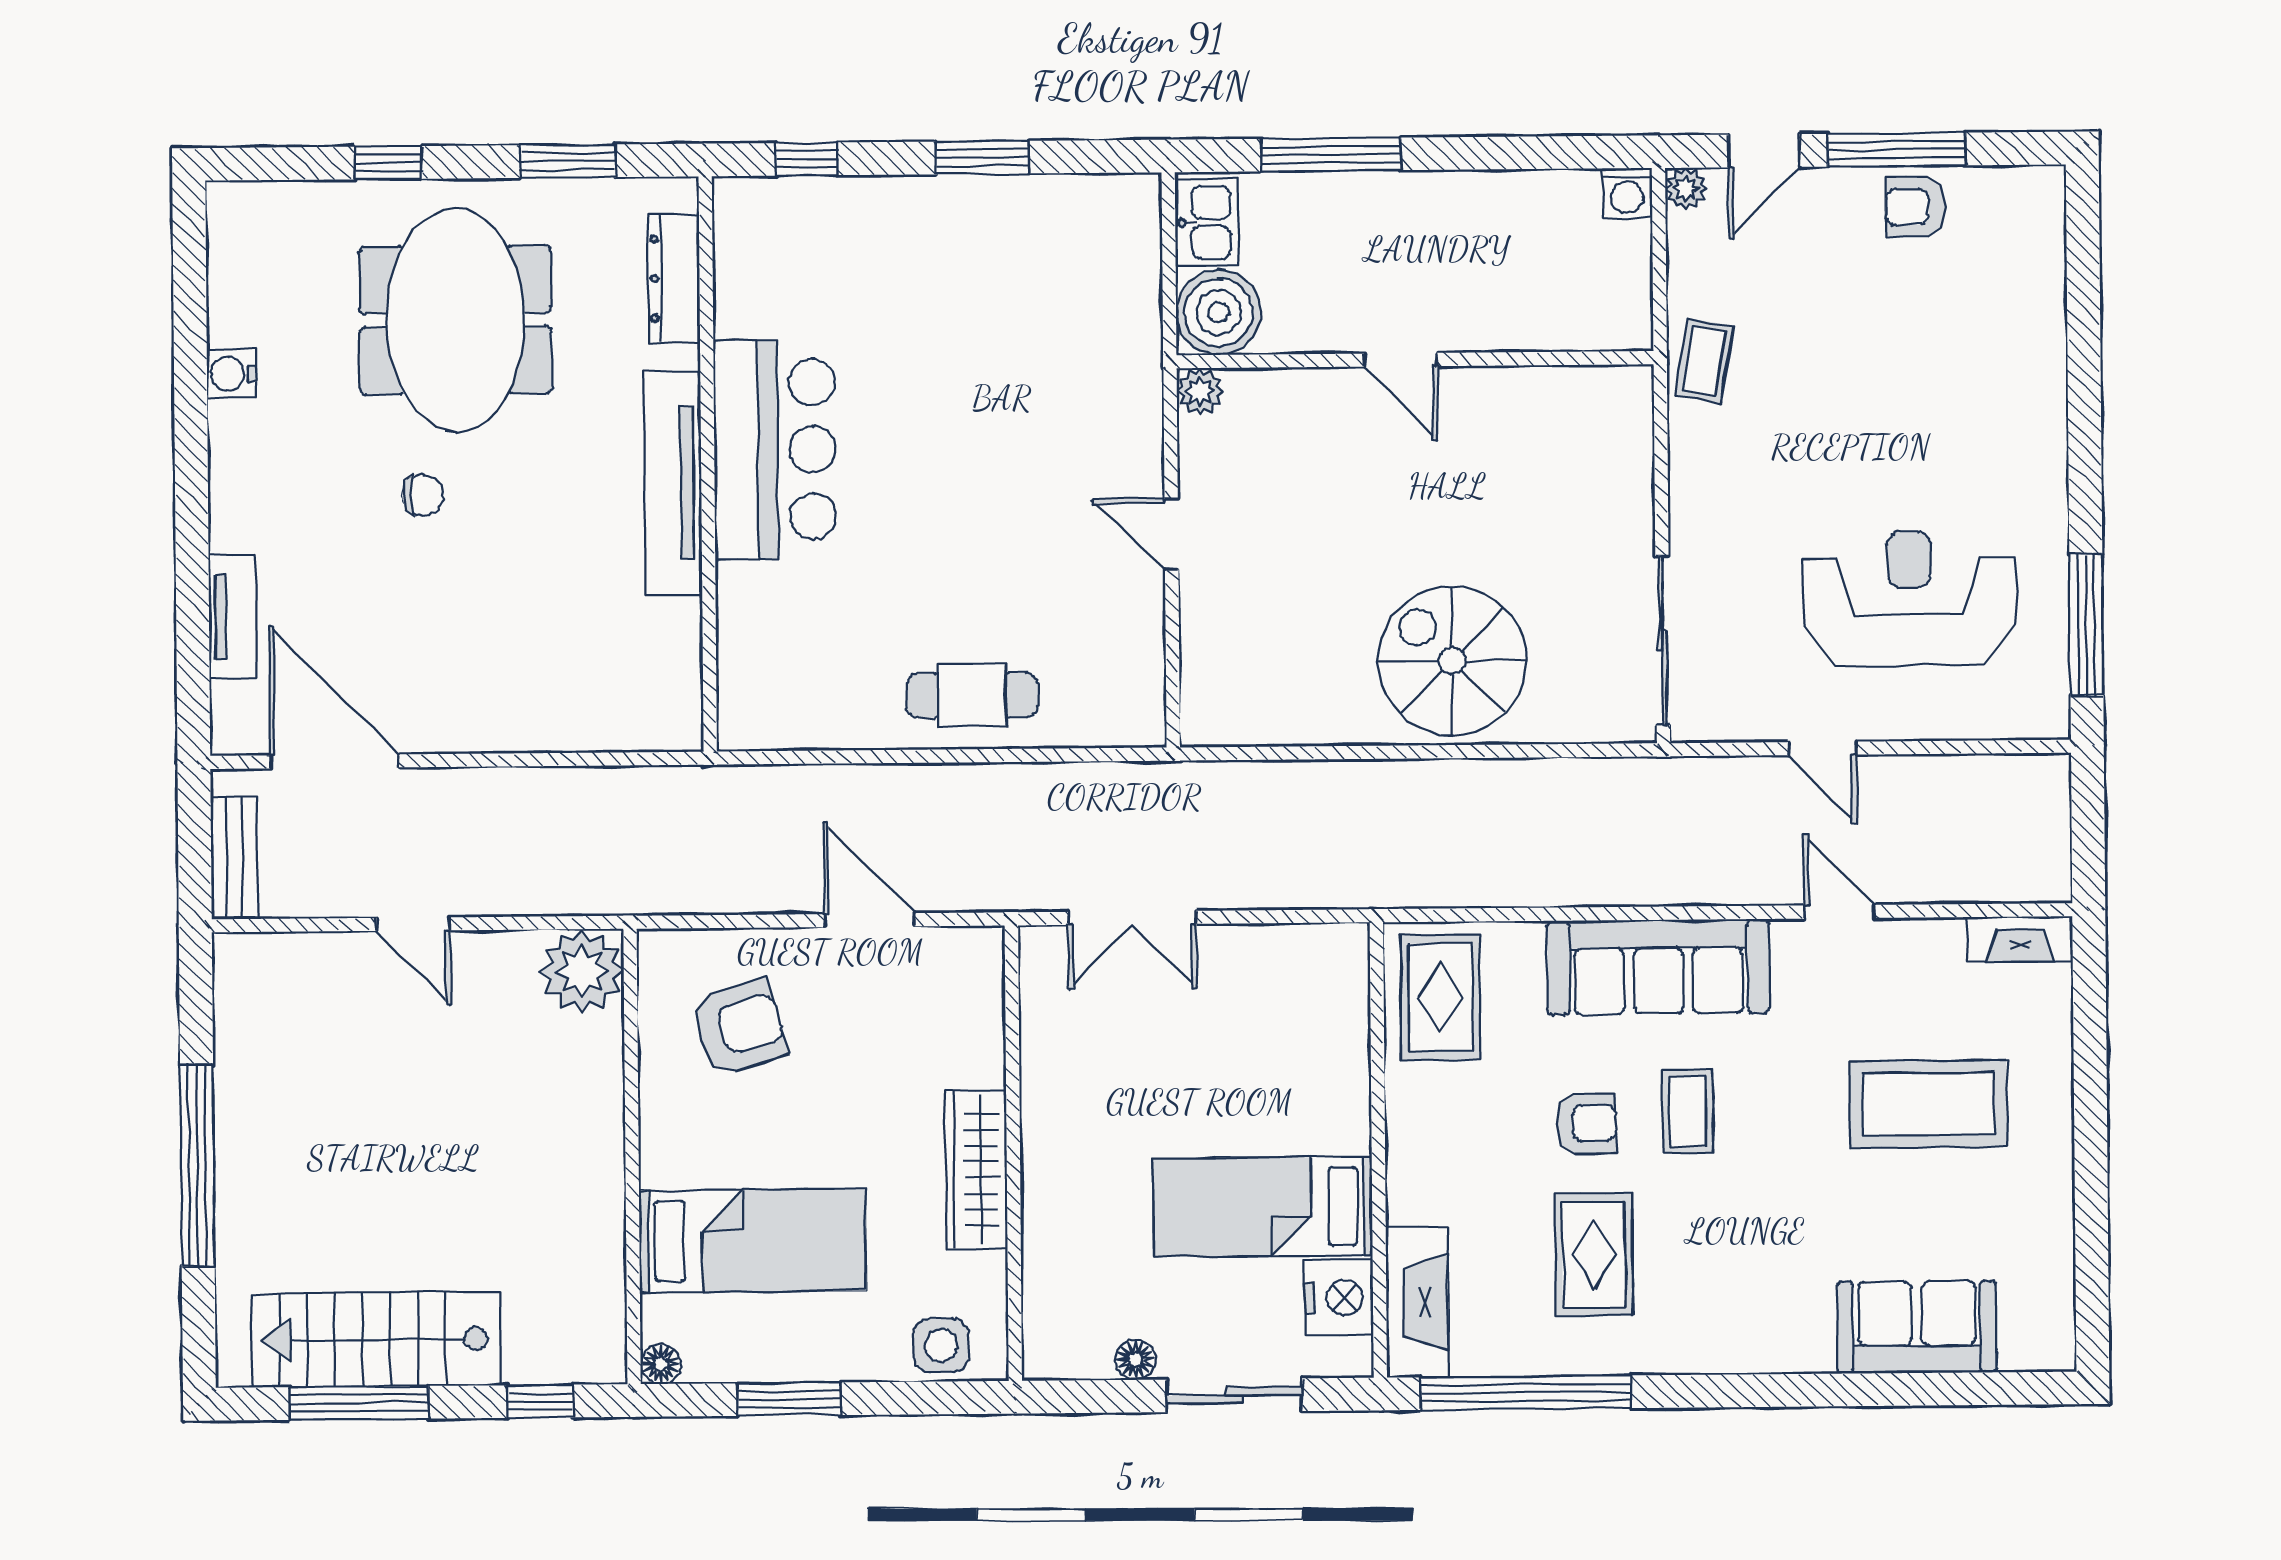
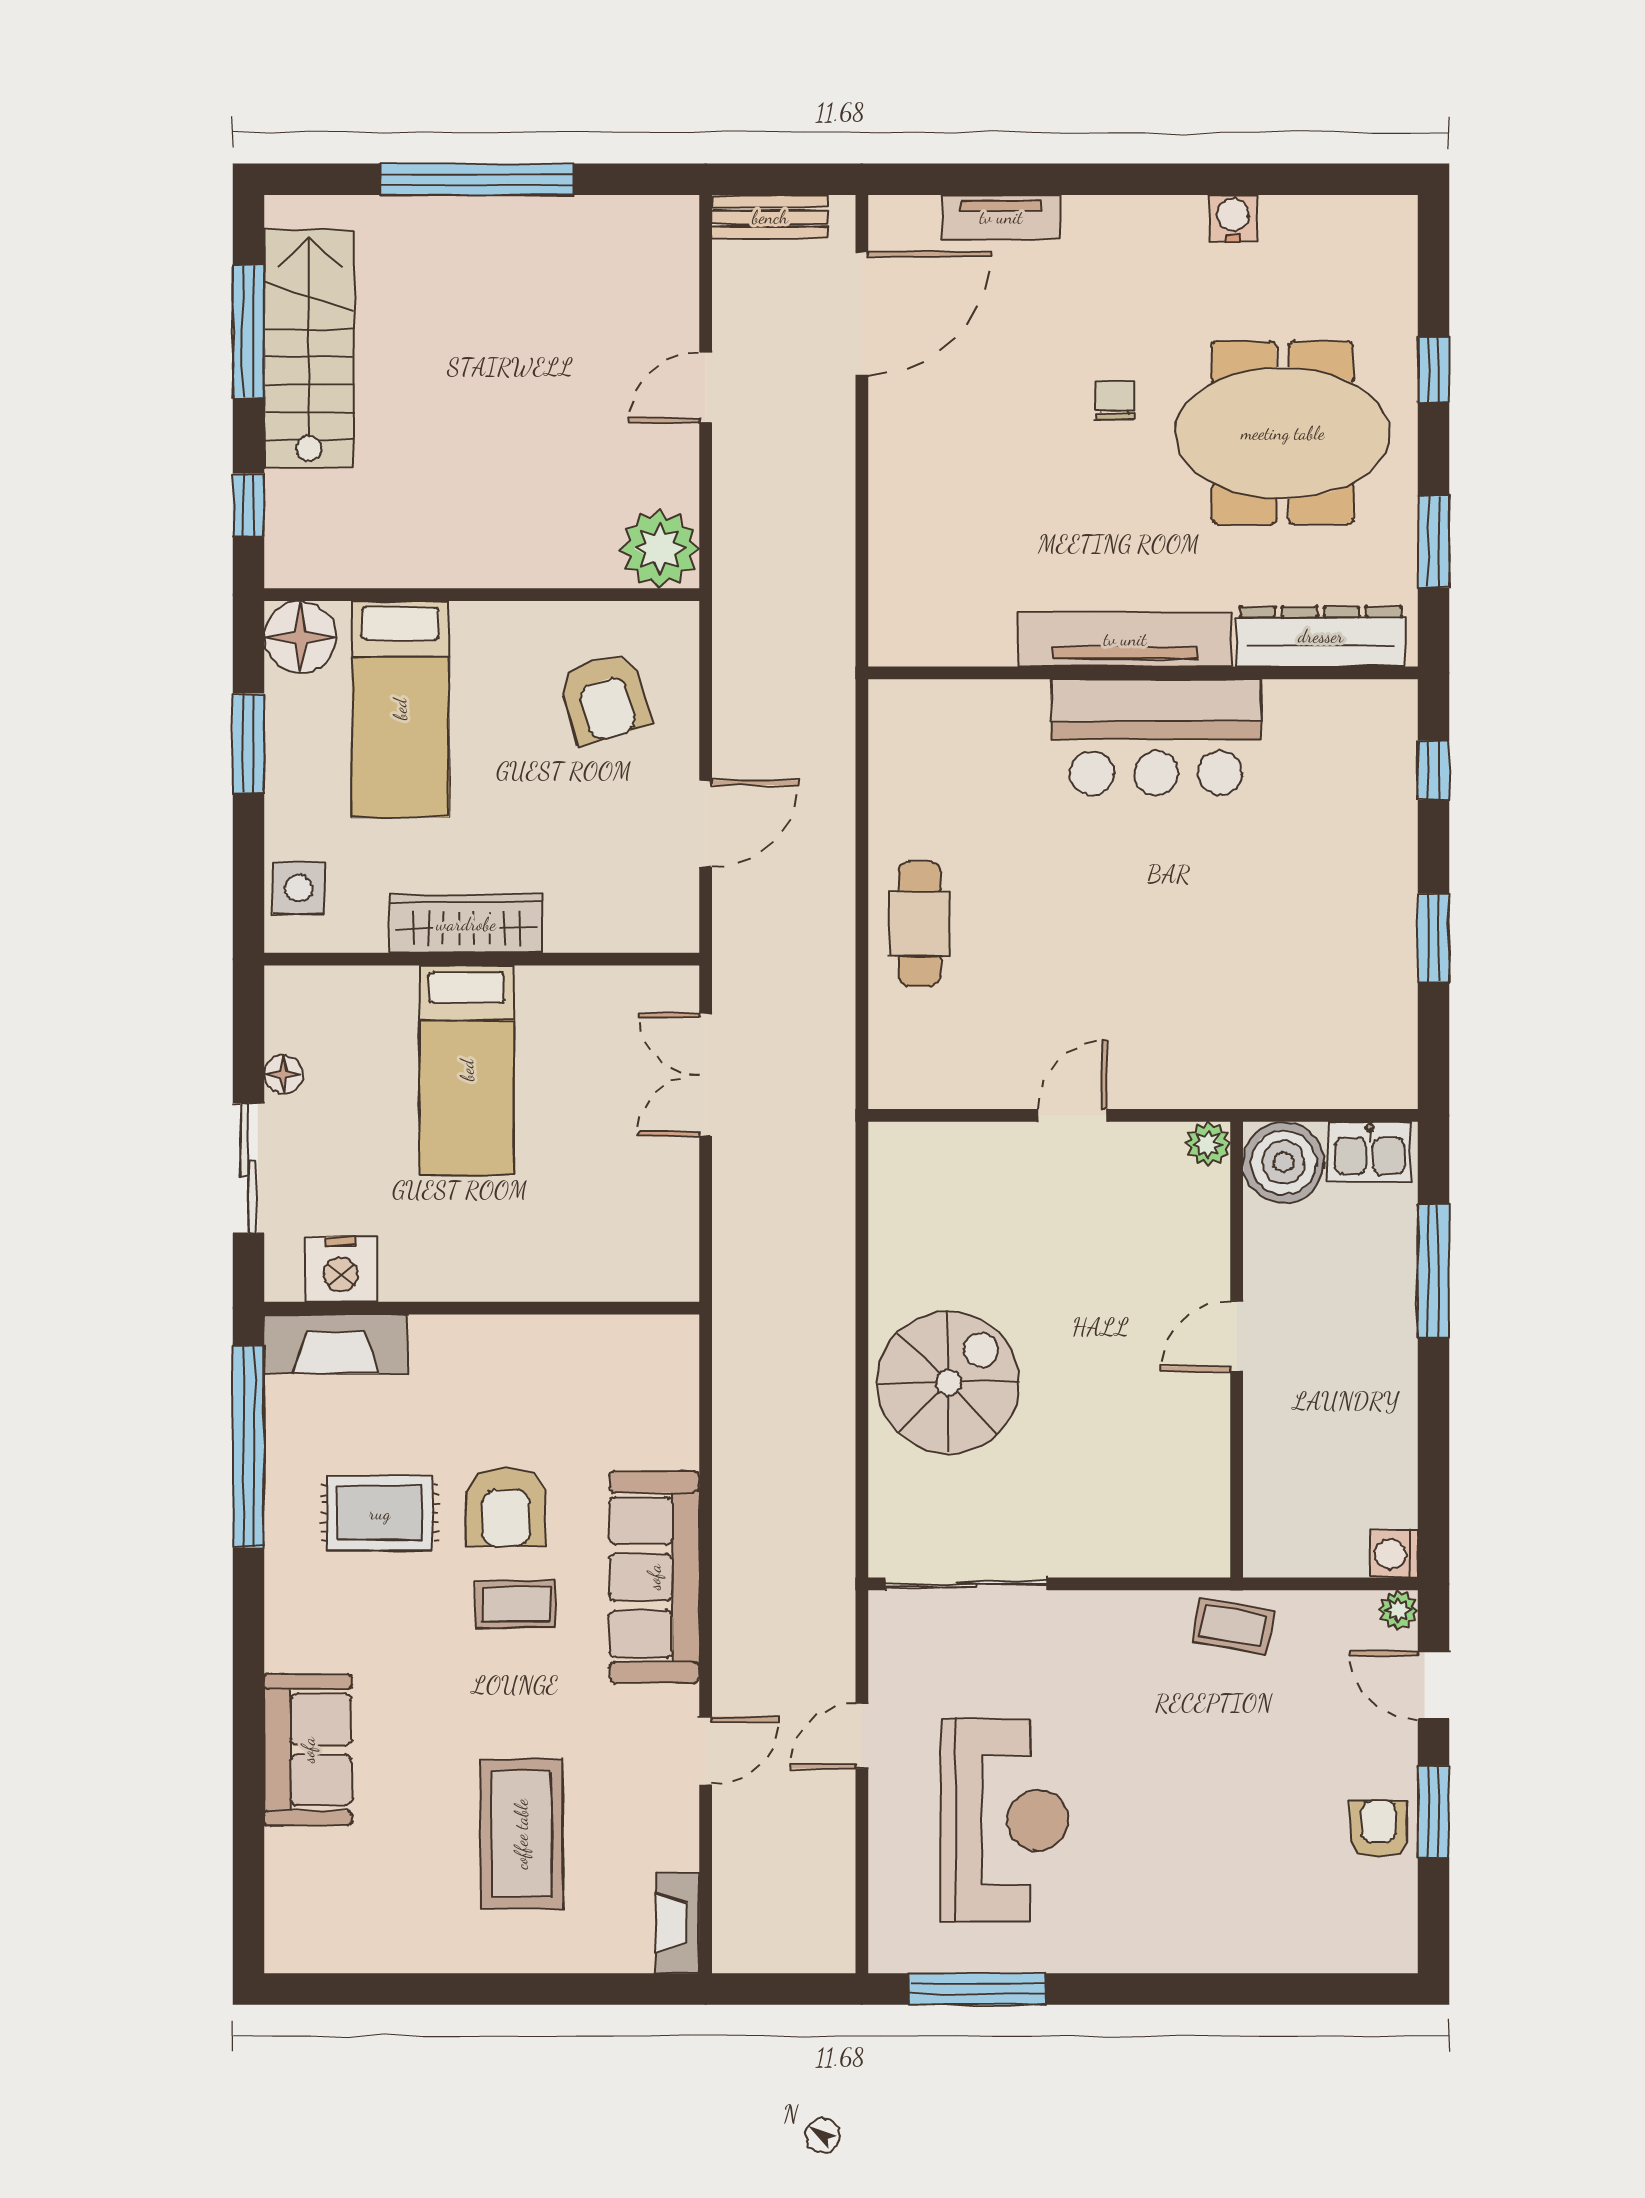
window: (1897, 150) -> (1433, 1812), width x0.69
dresser: (674, 278) -> (1321, 636), width x1.37, depth x1.24
chair: (423, 495) -> (1115, 400), turned 180
rug: (1440, 997) -> (627, 1369), removed
armchair: (1586, 1123) -> (506, 1507), width x1.38, depth x1.38
bed: (1263, 1207) -> (467, 1070), moved, turned 180
sofa: (1917, 1327) -> (308, 1750), moved
floor lamp: (660, 1364) -> (300, 637), width x1.89, depth x1.89

